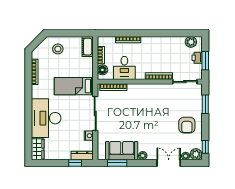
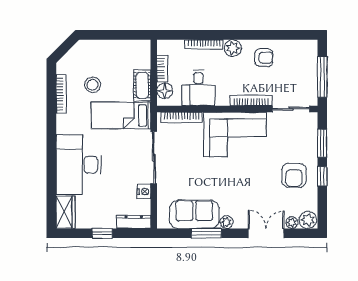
plant: (191, 42) -> (233, 48), moved
cot: (88, 47) -> (142, 85), moved
armchair: (167, 48) -> (264, 58), added
stool: (58, 49) -> (93, 85), moved
printer: (197, 58) -> (310, 72), removed
window: (205, 61) -> (322, 77), width x1.44
corner sofa: (148, 98) -> (235, 134), added
window: (205, 147) -> (322, 176), moved
window: (75, 163) -> (102, 233), moved
window: (117, 163) -> (206, 233), moved

